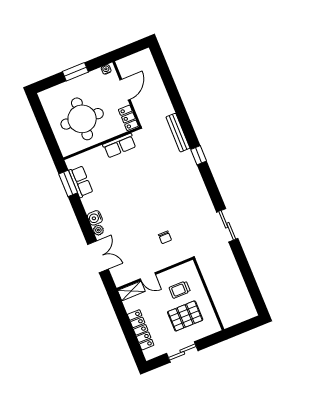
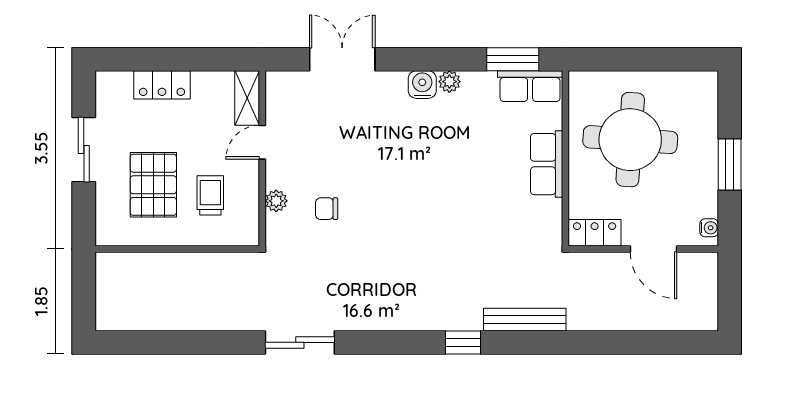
row of seats: (119, 146) -> (547, 164), moved
row of seats: (81, 181) -> (530, 86), moved
plant: (98, 230) -> (449, 82), moved
double door: (98, 257) -> (342, 59), swing flipped
plant: (171, 260) -> (276, 201), added
locker: (141, 330) -> (162, 85), width x0.66

